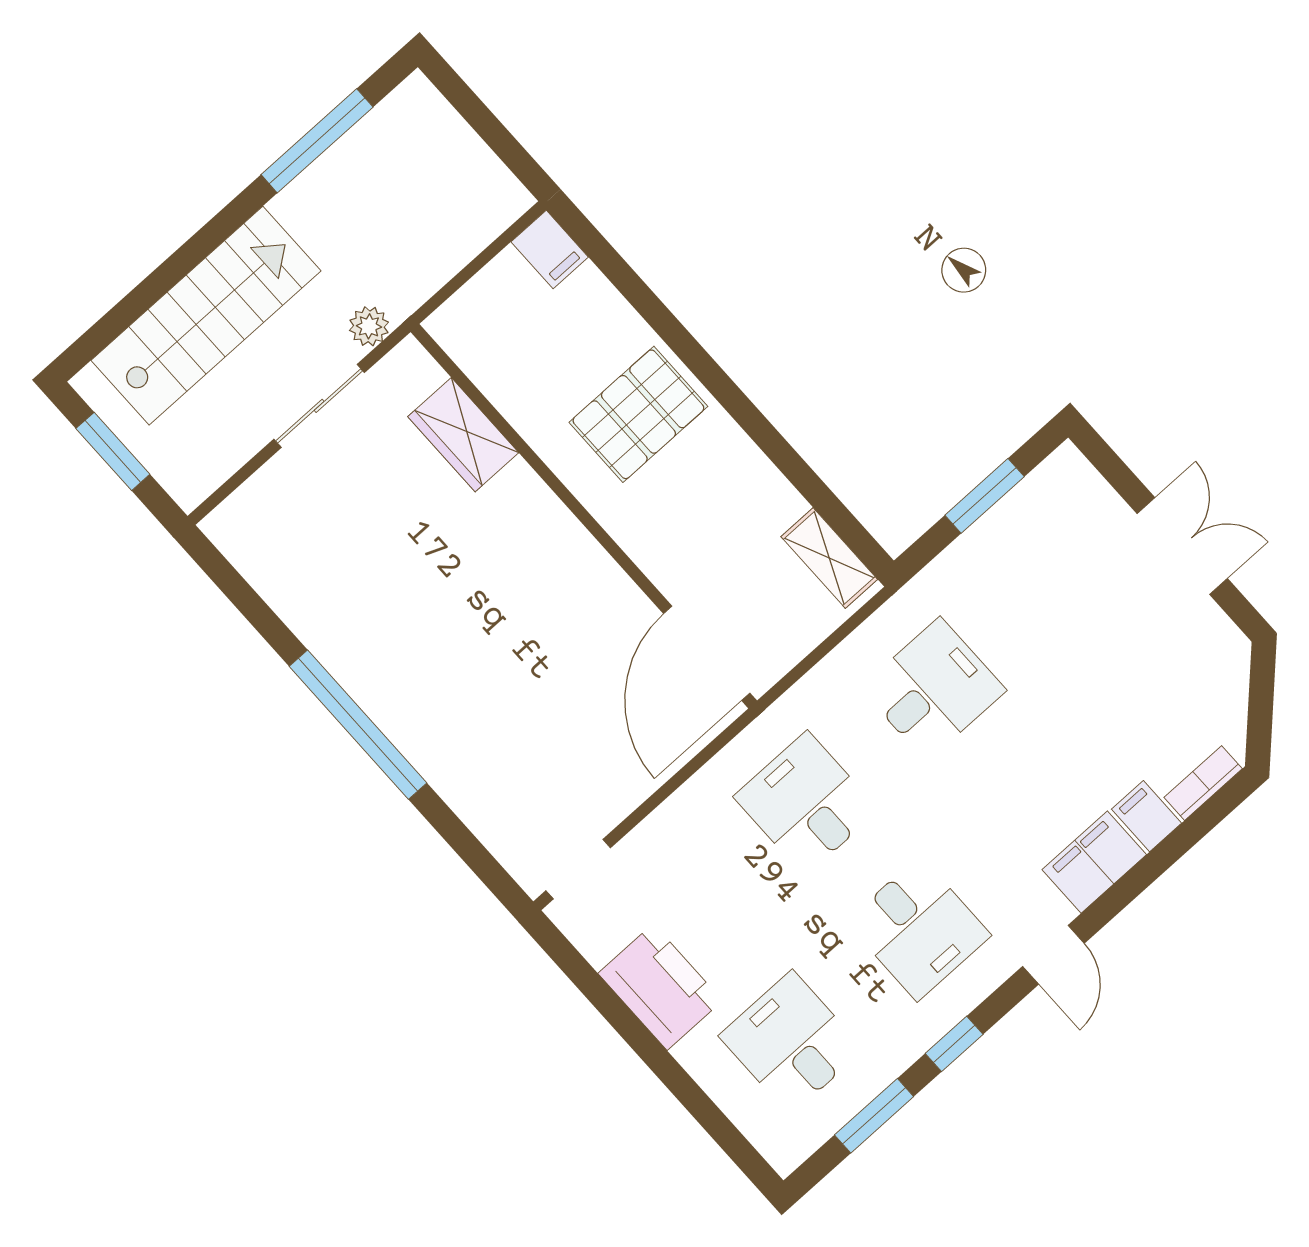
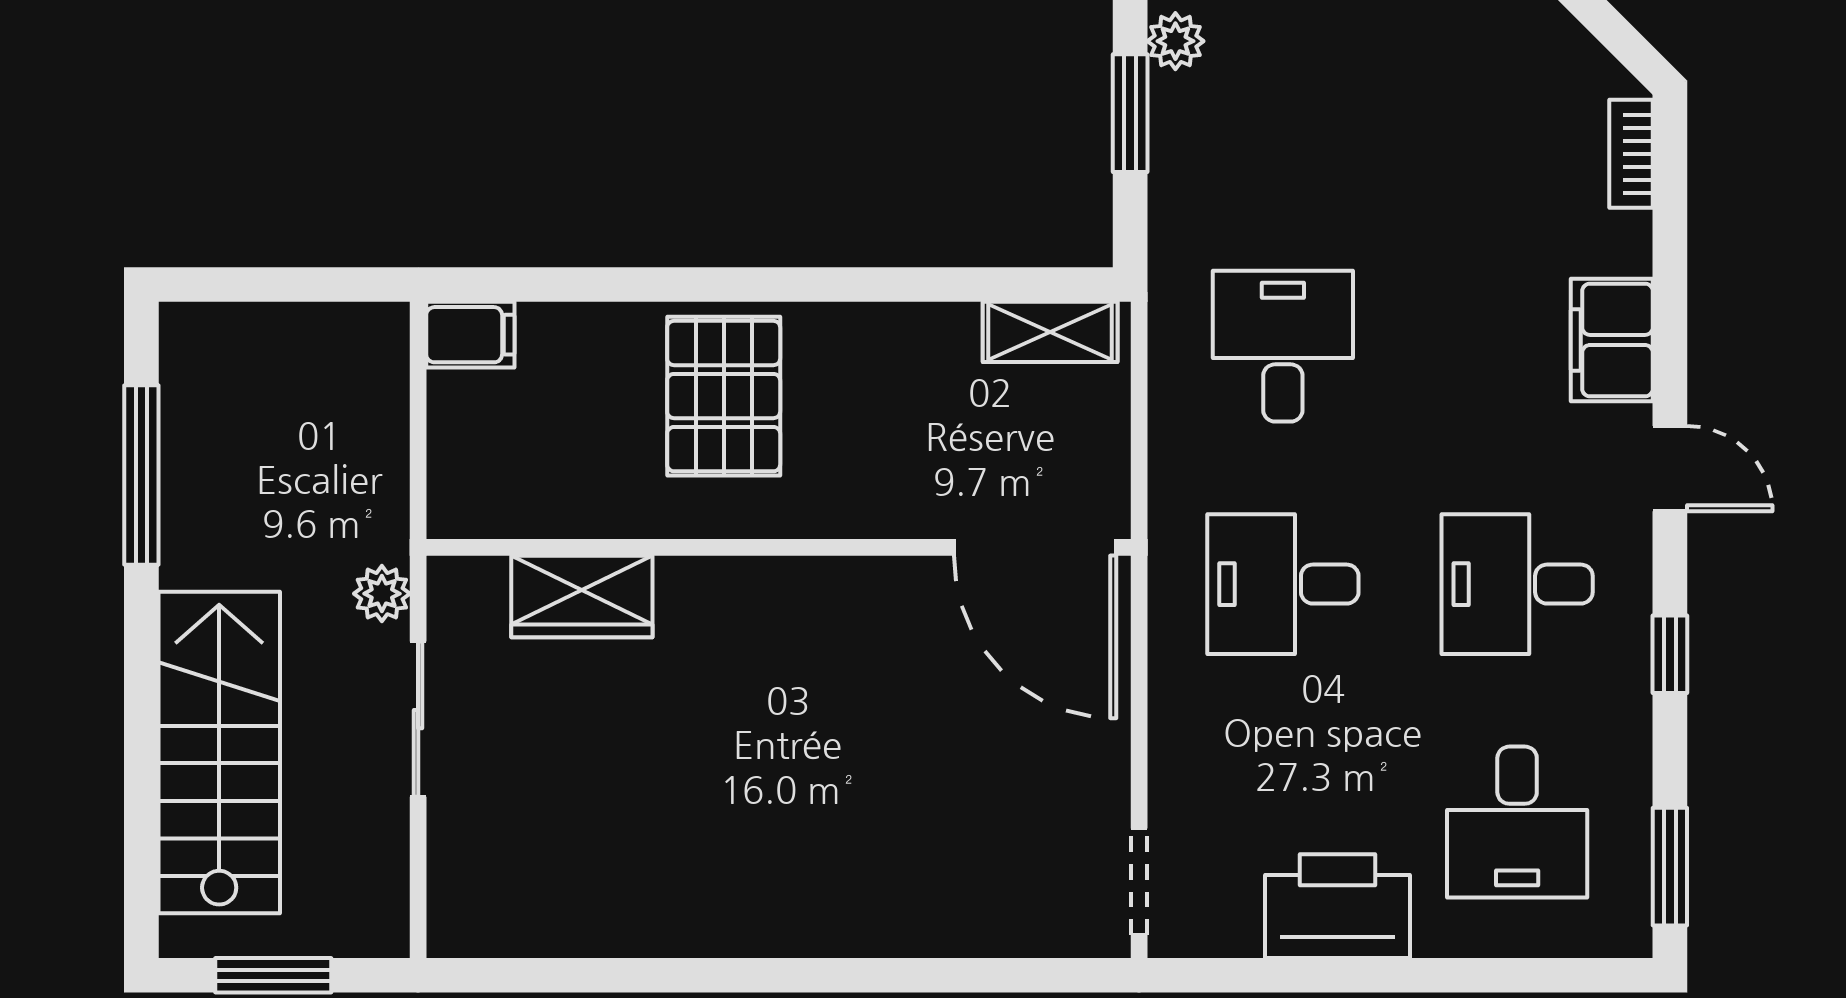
plant: (1045, 486) -> (1175, 41), added
window: (358, 725) -> (785, 975), removed
filing cabinet: (1146, 816) -> (1613, 243), removed
desk: (918, 929) -> (1517, 584), turned 180
desk: (791, 1043) -> (1517, 822), turned -90
window: (874, 1116) -> (1670, 867), moved

